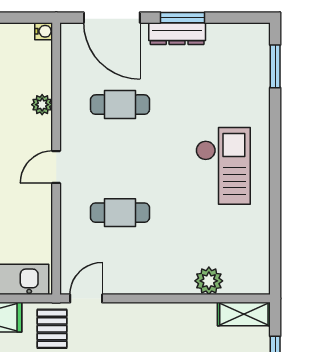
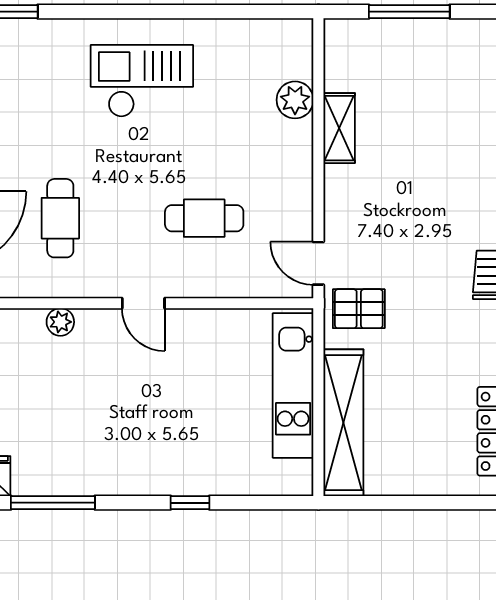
cafe table: (120, 213) -> (204, 218), turned 90
shelving: (244, 314) -> (339, 128), moved

